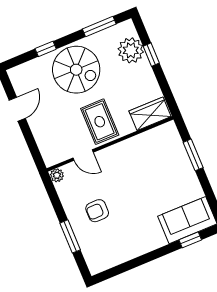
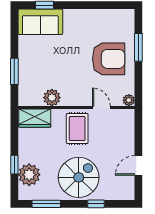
spiral stairs: (76, 70) -> (79, 177), turned 90
plant: (141, 144) -> (52, 98), added
armchair: (97, 211) -> (109, 59), width x1.88, depth x1.88

